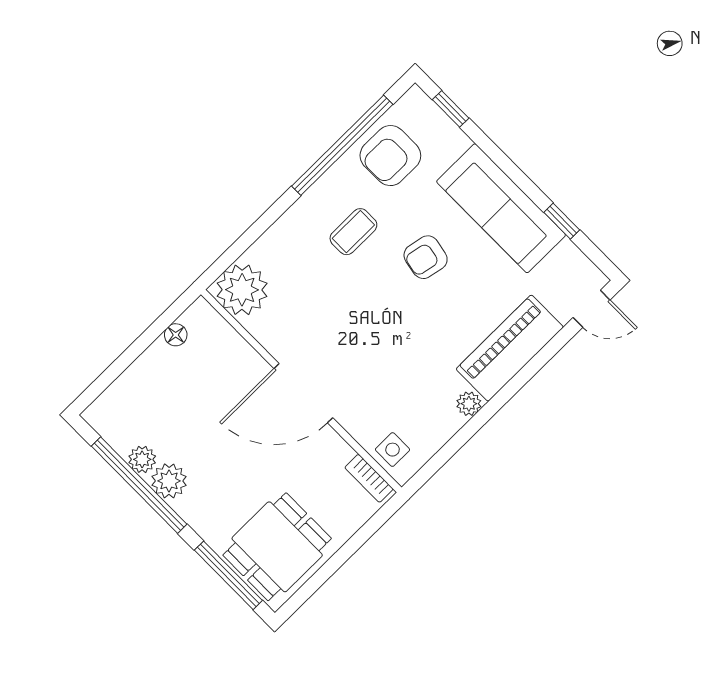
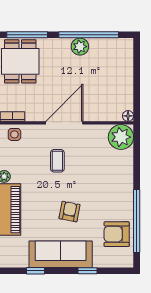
window: (451, 109) -> (87, 271), moved
armchair: (390, 156) -> (117, 234), turned -90
coffee table: (353, 232) -> (57, 161), moved
floor lamp: (176, 335) -> (128, 116), moved
plant: (142, 459) -> (97, 45), removed

